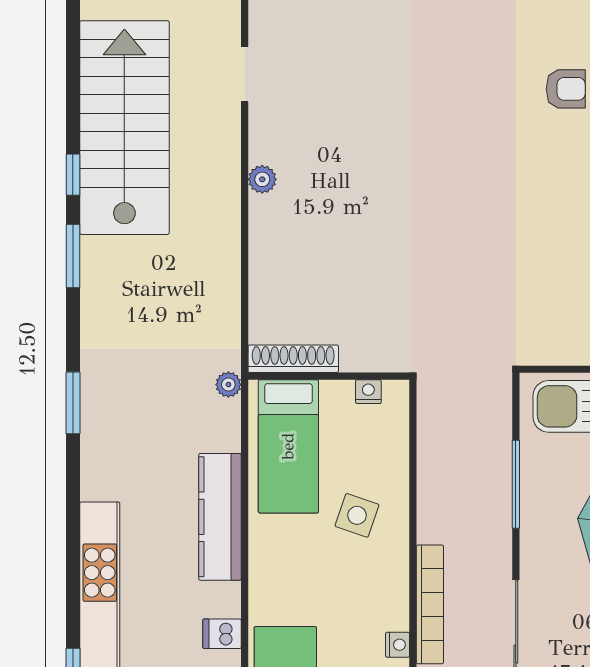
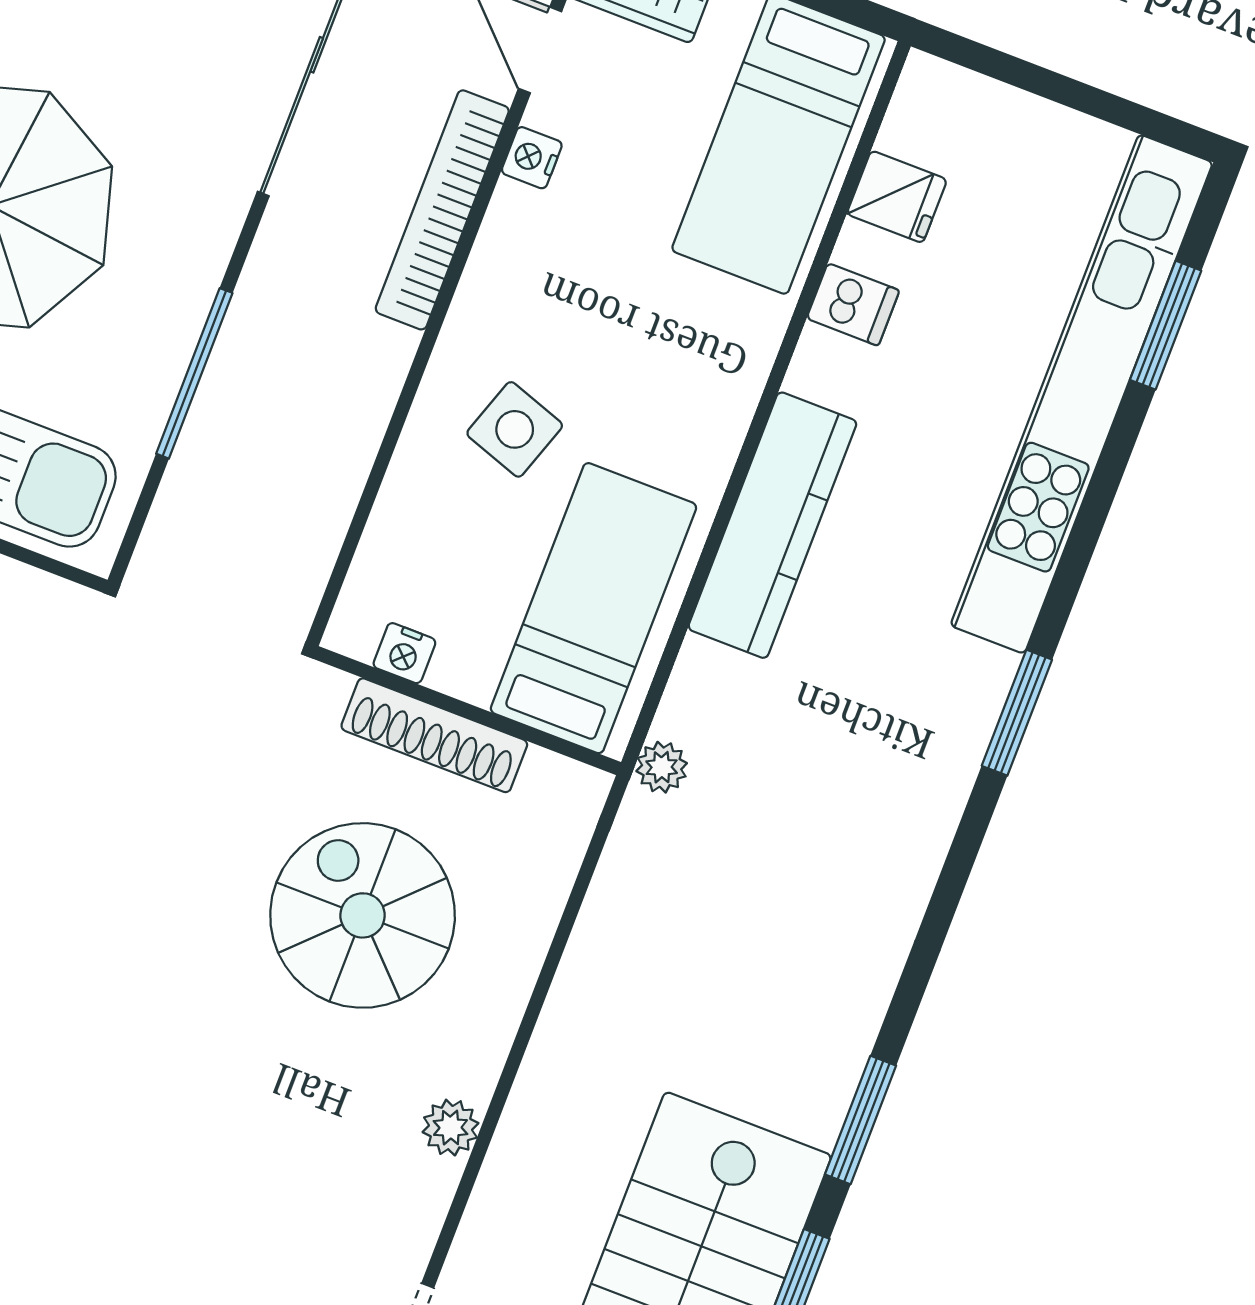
spiral stairs: (341, 262) -> (363, 915), added
shoe rack: (293, 359) -> (434, 735), moved
window: (73, 403) -> (1017, 713), moved

